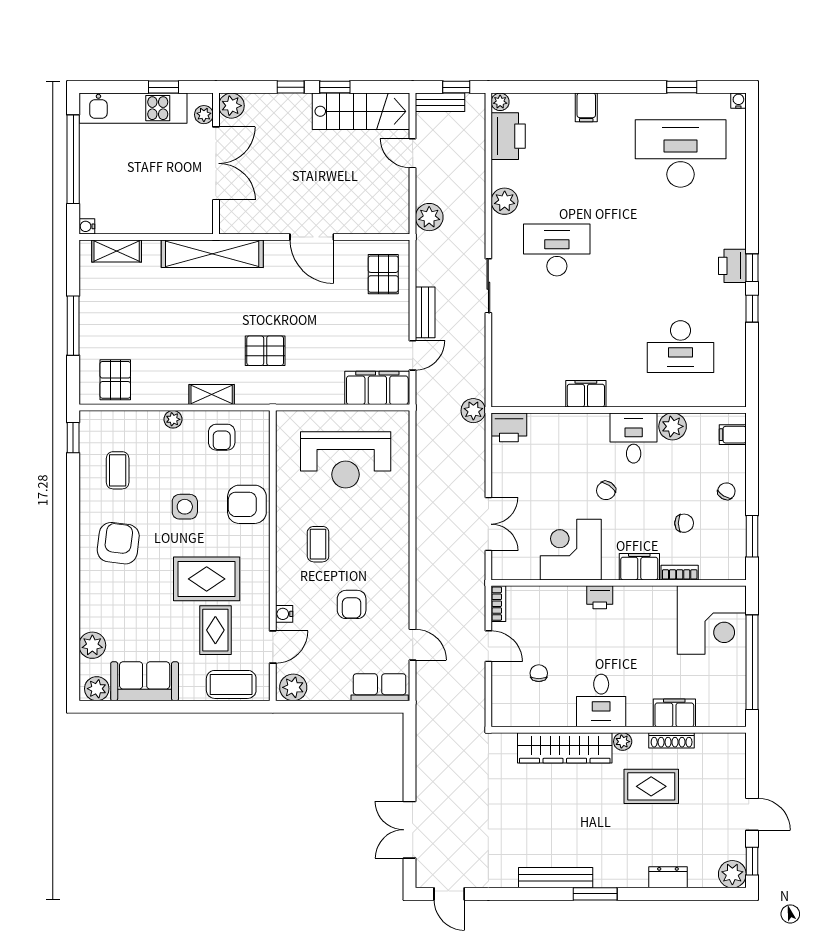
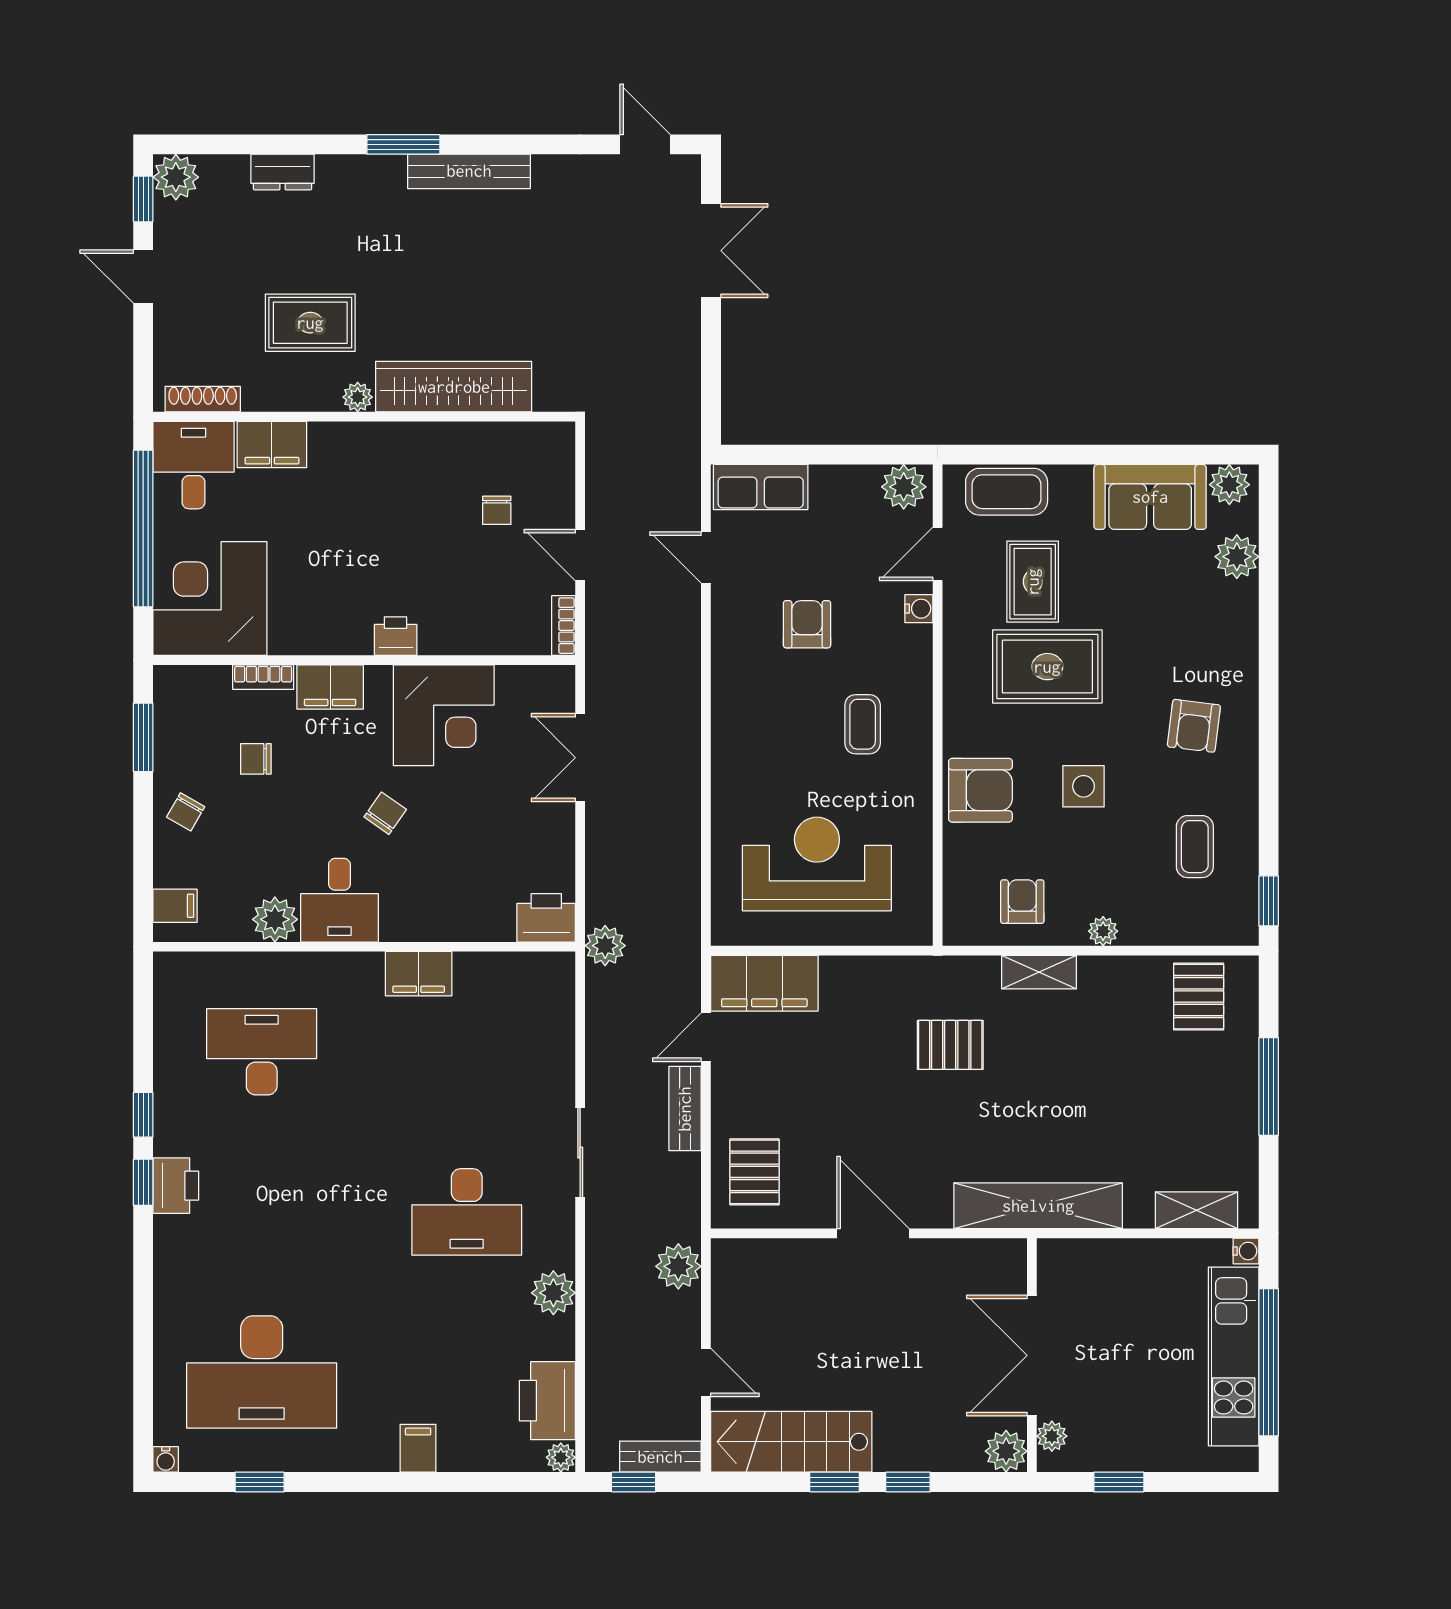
kitchen unit: (133, 108) -> (1234, 1356), moved, turned -90
armchair: (118, 543) -> (1194, 726), width x0.72, depth x0.72
desk: (601, 700) -> (194, 465), moved
shoe rack: (672, 740) -> (203, 399), moved

